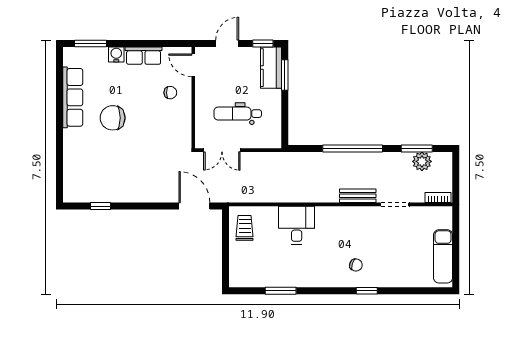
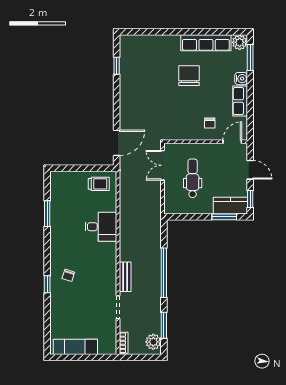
plant: (72, 56) -> (240, 42), added
plant: (422, 161) -> (153, 342), moved

